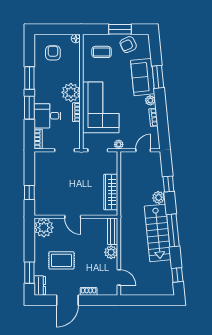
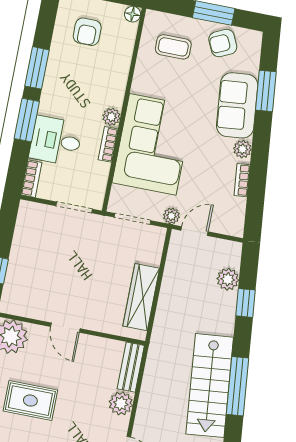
armchair: (53, 53) -> (87, 32), turned 180
window: (158, 77) -> (266, 91), moved
plant: (71, 92) -> (111, 117), width x0.53, depth x0.53
door: (143, 150) -> (194, 231), moved
plant: (159, 197) -> (228, 279), moved

